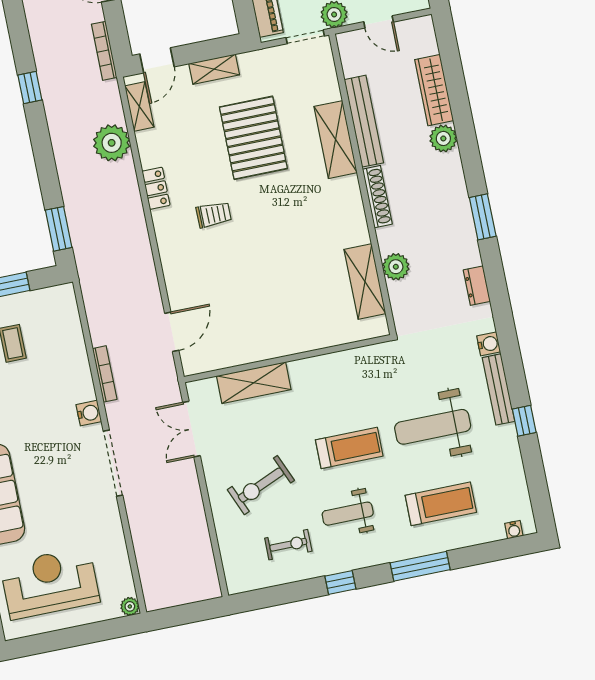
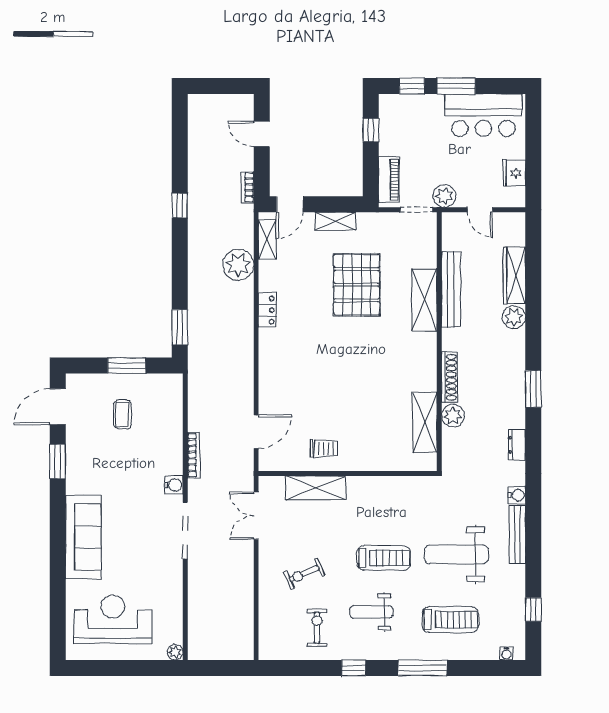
bookcase: (104, 51) -> (248, 187), width x0.64
shoe rack: (377, 197) -> (449, 377), moved
trolley: (214, 215) -> (324, 448), moved
window: (524, 421) -> (533, 609), moved
exercise bike: (261, 485) -> (304, 574), width x0.73, depth x0.72
exercise bike: (288, 545) -> (317, 628), turned -90

